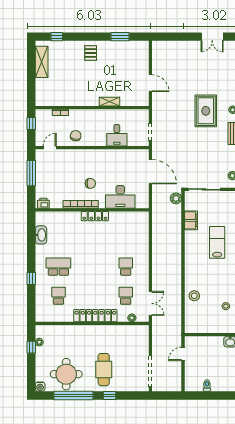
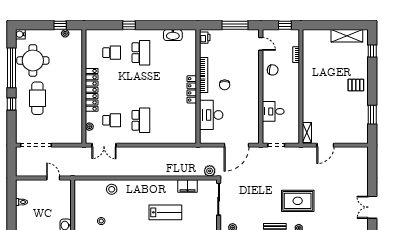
shelving: (109, 102) -> (307, 133), moved
school desk: (126, 267) -> (141, 120), width x1.85
cafe table: (104, 370) -> (37, 98), turned 90

